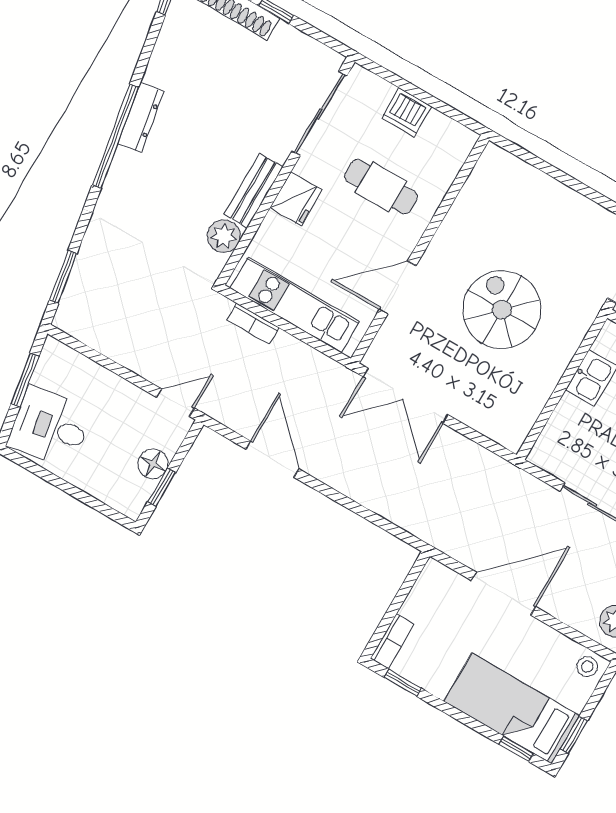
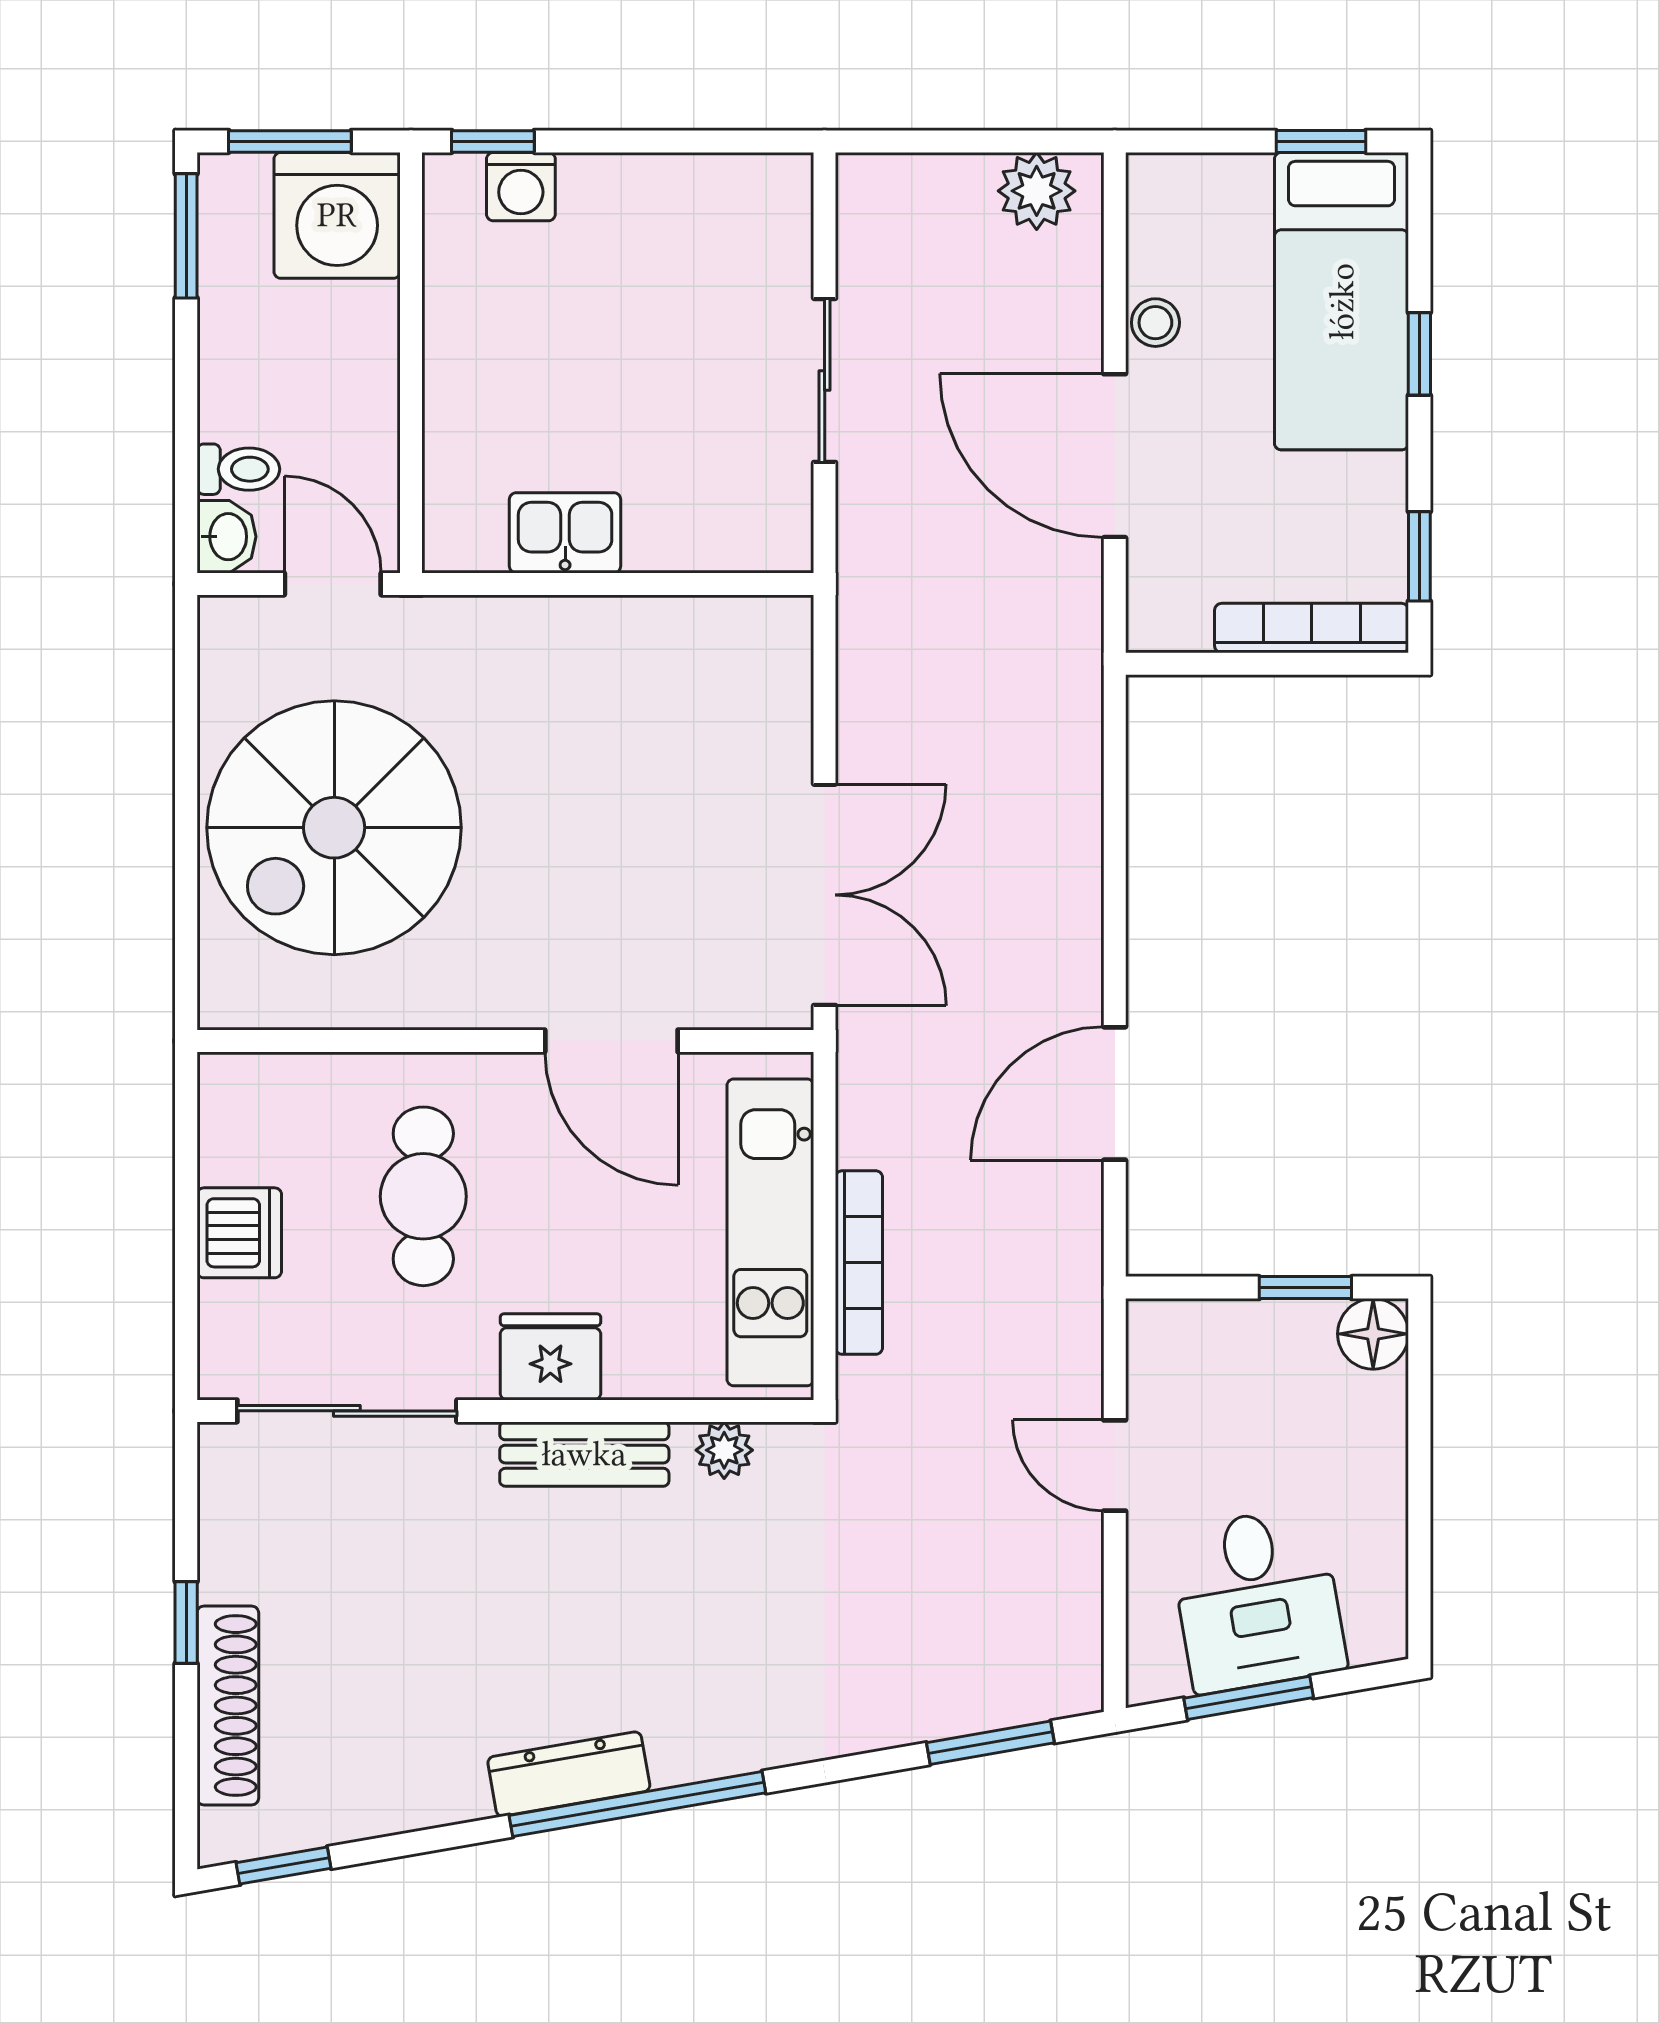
plant: (224, 236) -> (724, 1450), width x0.73, depth x0.73
spiral stairs: (502, 310) -> (334, 828), moved, width x1.37, depth x1.37
bookcase: (253, 324) -> (859, 1263), width x1.56
door: (175, 403) -> (1115, 1466), moved
desk: (50, 427) -> (1257, 1600), moved
floor lamp: (153, 464) -> (1373, 1334), moved
bookcase: (392, 641) -> (1312, 628), width x1.56
stool: (587, 667) -> (1155, 323), moved
window: (516, 749) -> (1419, 354), moved

